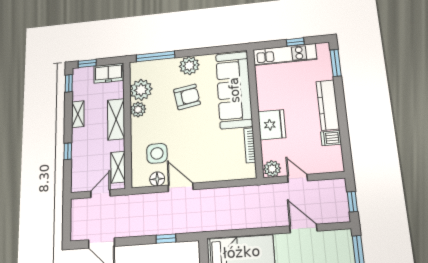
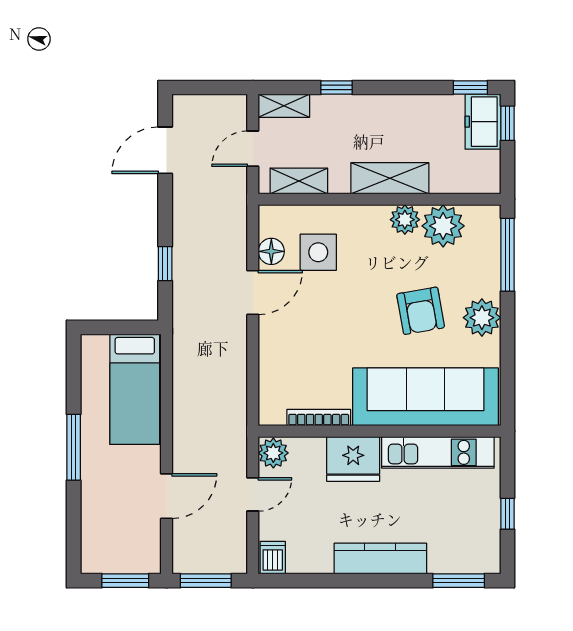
kitchen unit: (285, 54) -> (438, 452), moved, turned -90
freezer: (108, 73) -> (483, 122), moved
shelving: (78, 114) -> (284, 106), moved
dishwasher: (331, 138) -> (273, 558), moved
door: (100, 194) -> (253, 149), swing flipped
window: (352, 202) -> (206, 581), width x1.50

